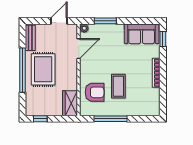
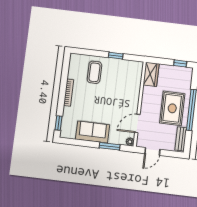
sofa: (142, 34) -> (93, 132), moved
coffee table: (118, 86) -> (94, 72), moved
armchair: (95, 92) -> (127, 82), removed
window: (111, 119) -> (116, 56), width x0.46

